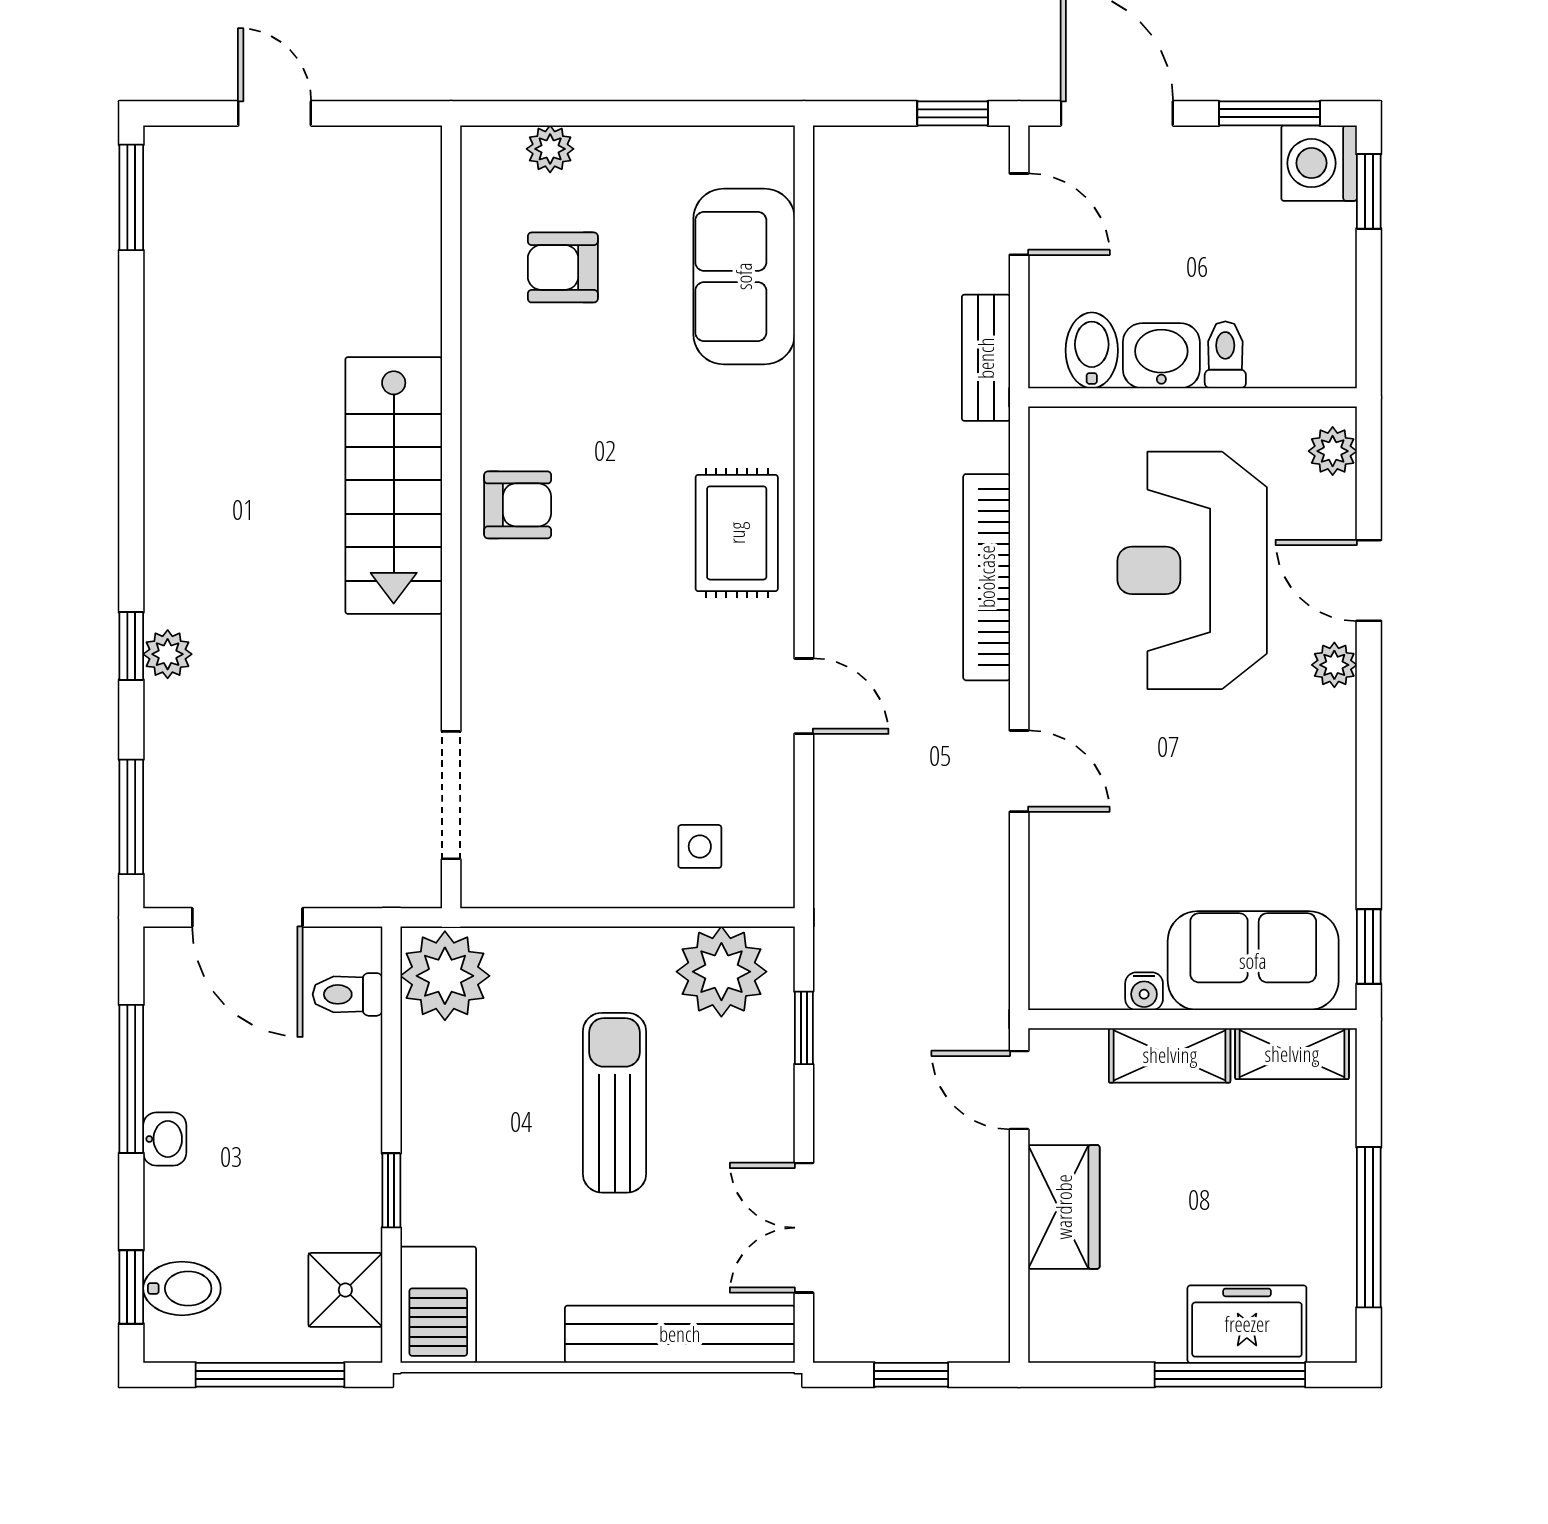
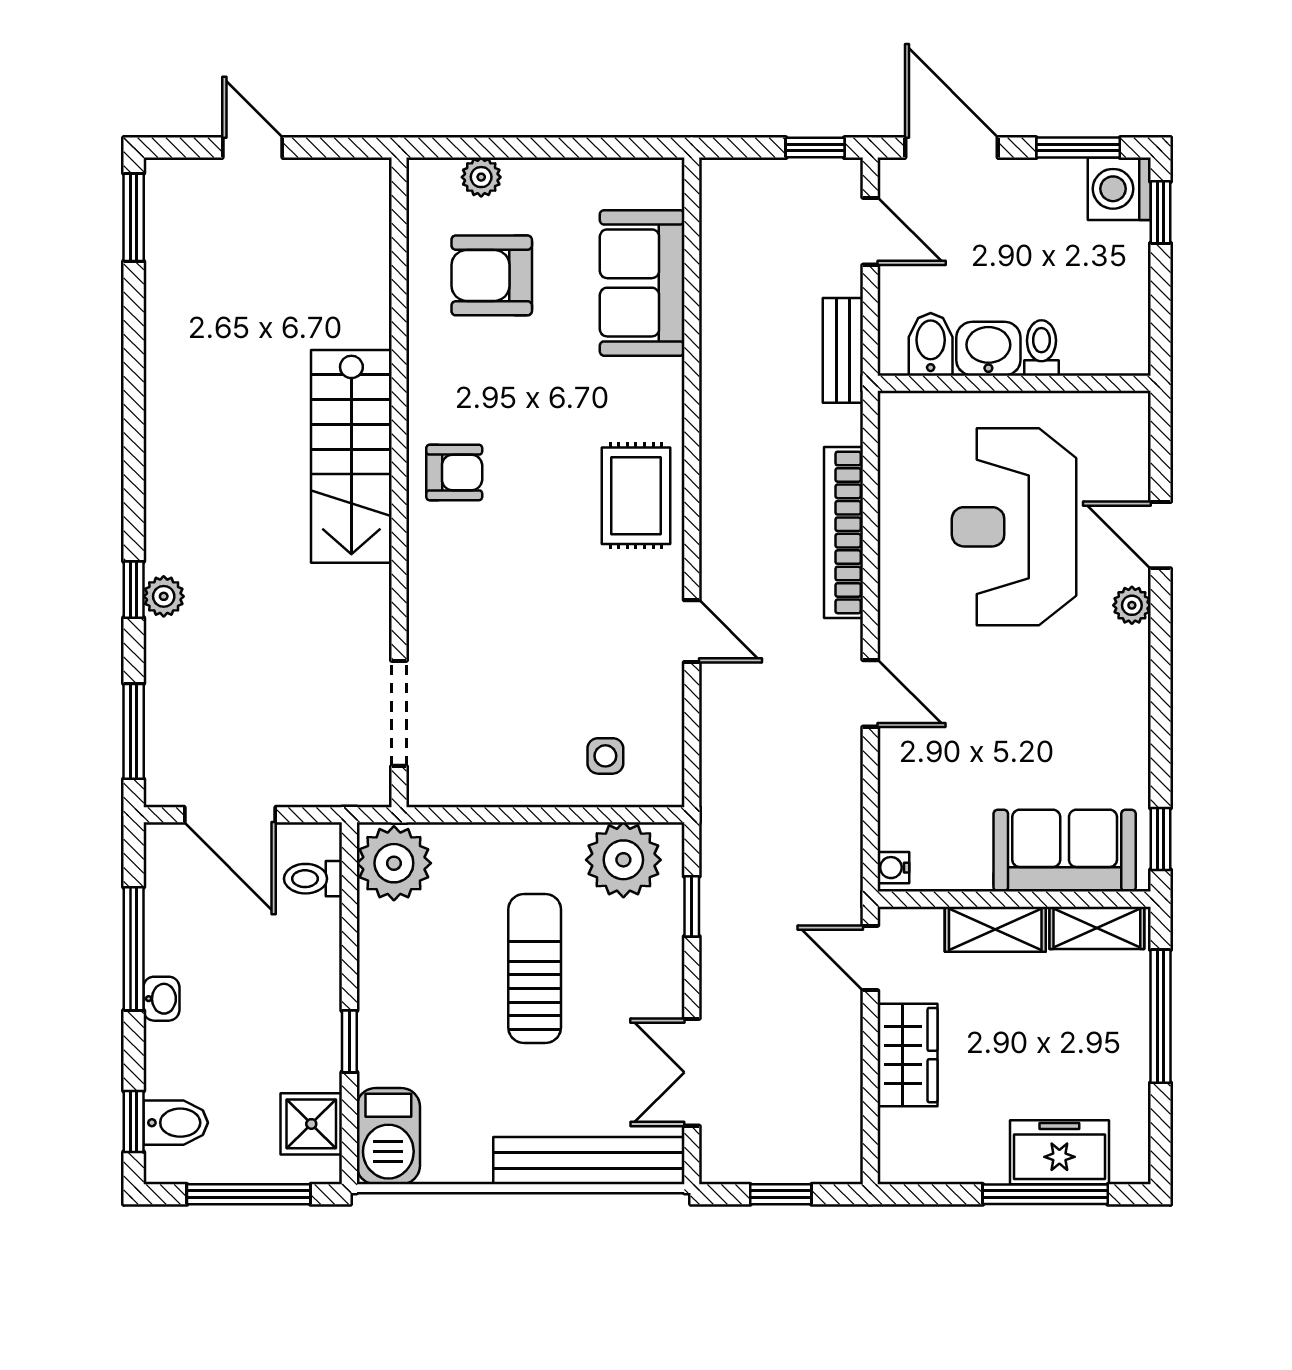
armchair: (563, 267) -> (492, 275), width x1.38, depth x1.38
plant: (1333, 451) -> (1130, 428), removed
water cooler: (1144, 991) -> (893, 868), moved, turned 90
window: (1369, 1227) -> (1161, 1016), moved

